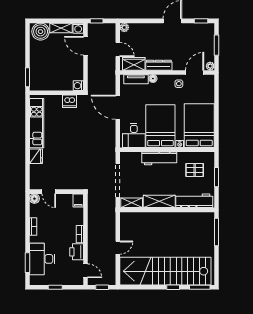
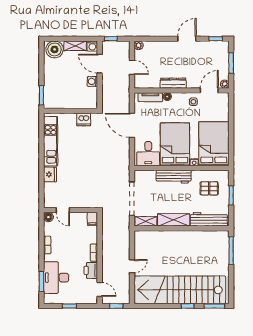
wardrobe: (134, 64) -> (148, 82), removed
washing machine: (78, 86) -> (92, 81), moved

